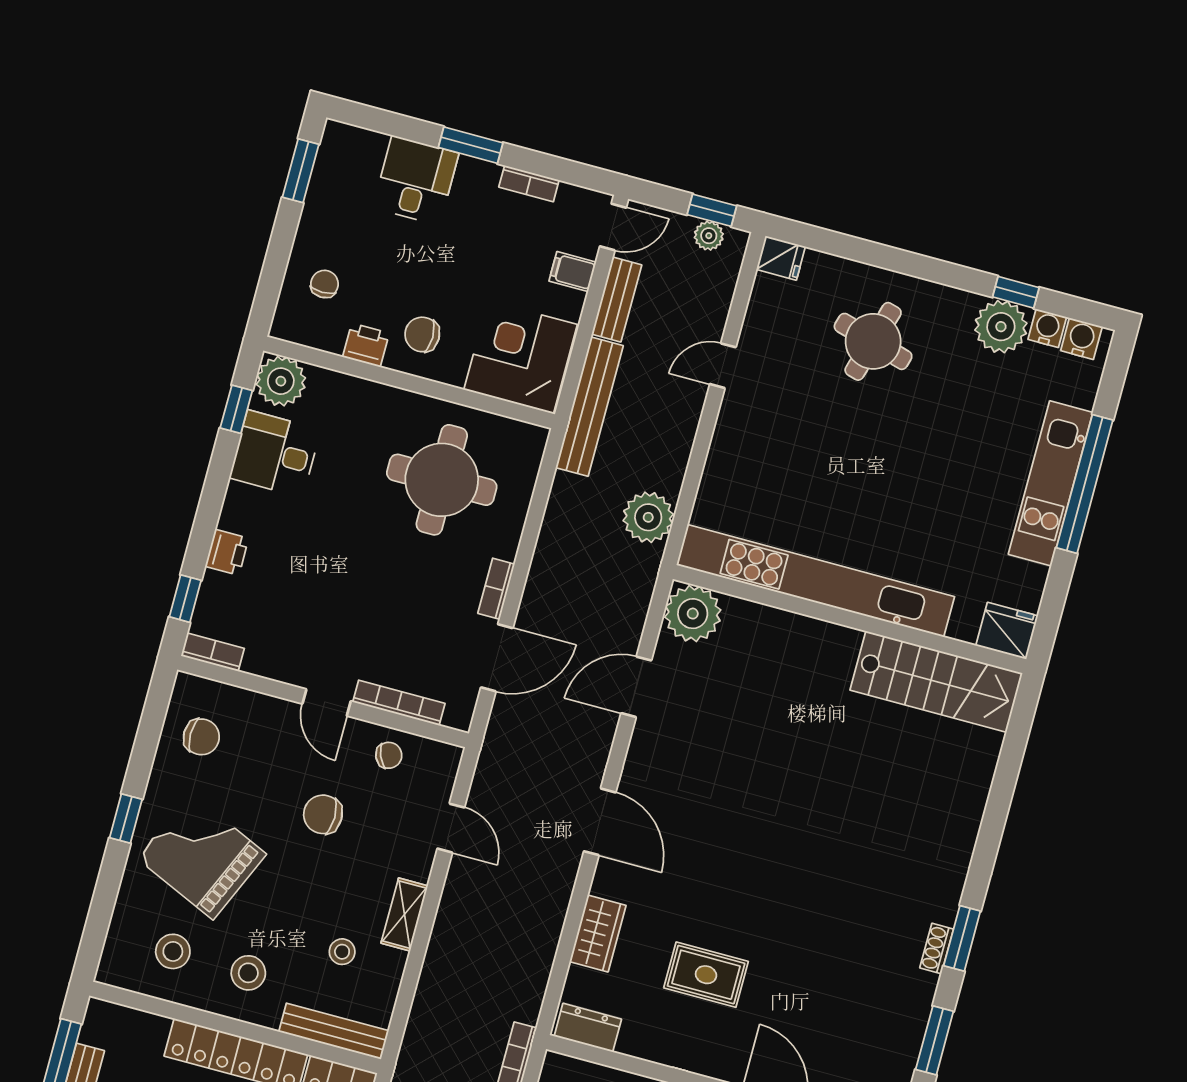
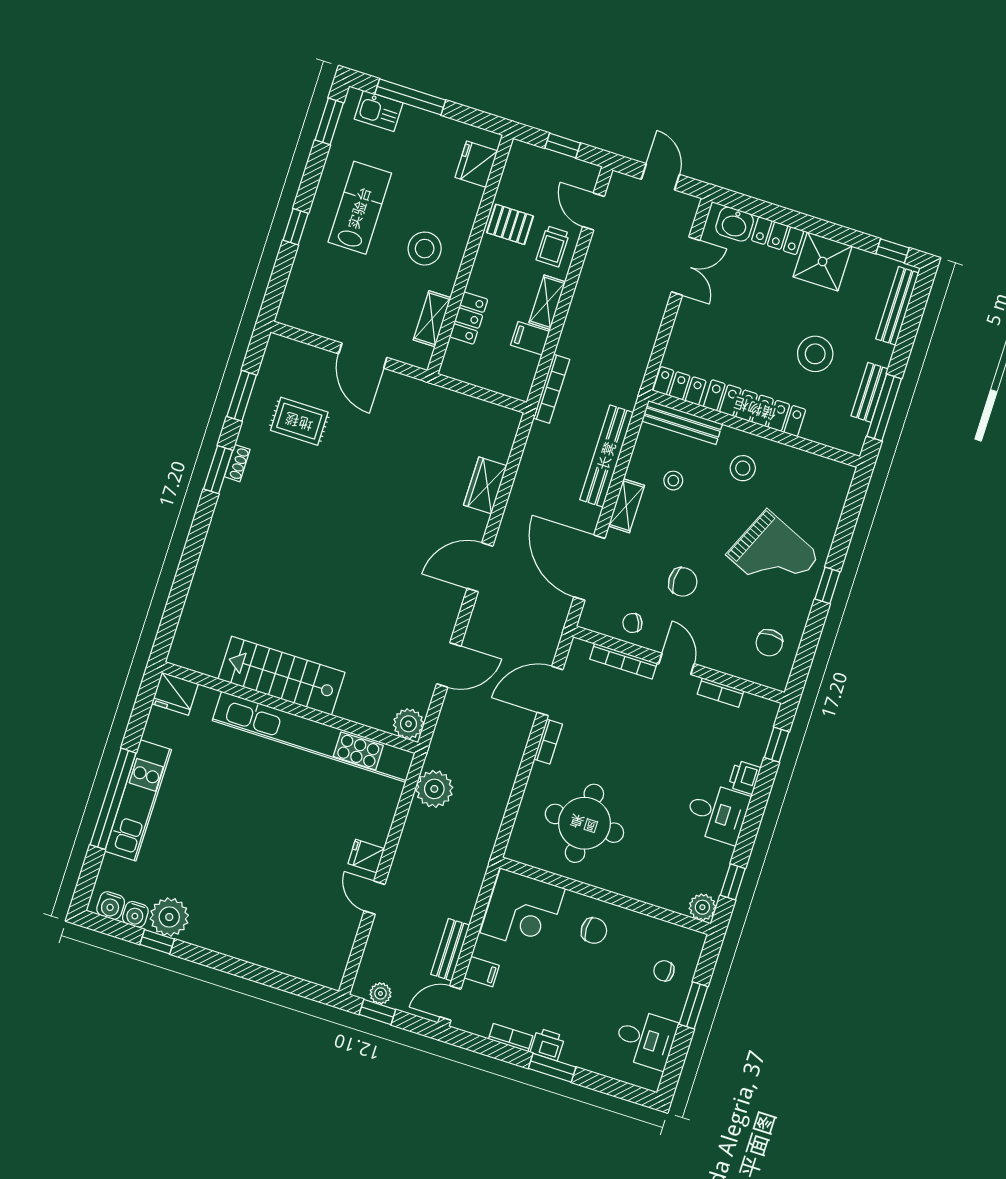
window: (301, 171) -> (693, 1005), moved
desk: (416, 180) -> (645, 1039), moved, turned -90
fridge: (781, 258) -> (366, 856), moved
chair: (324, 284) -> (664, 971), turned 90
round table: (873, 341) -> (264, 910), removed
printer: (366, 345) -> (548, 1044), moved, turned 180
door: (723, 366) -> (375, 898), swing flipped
plant: (281, 381) -> (702, 907), width x0.73, depth x0.73
bench: (589, 407) -> (607, 456), moved
desk: (275, 454) -> (717, 813), moved
plant: (693, 614) -> (408, 724), width x0.73, depth x0.73
bookcase: (213, 652) -> (720, 693), moved
stairs: (936, 682) -> (281, 676), moved
chair: (201, 737) -> (769, 643), turned -90
door: (600, 822) -> (480, 567), hinge flipped
door: (451, 828) -> (589, 568), width x1.87
stool: (173, 951) -> (797, 486), removed
rug: (706, 975) -> (299, 421), moved
dresser: (588, 1028) -> (496, 417), removed

